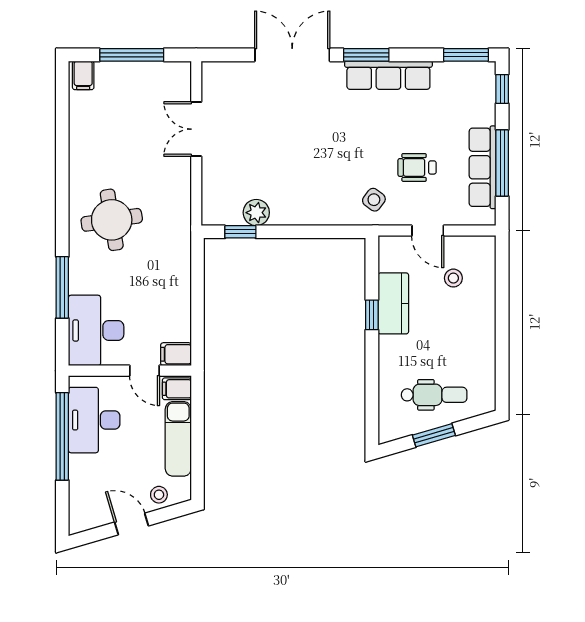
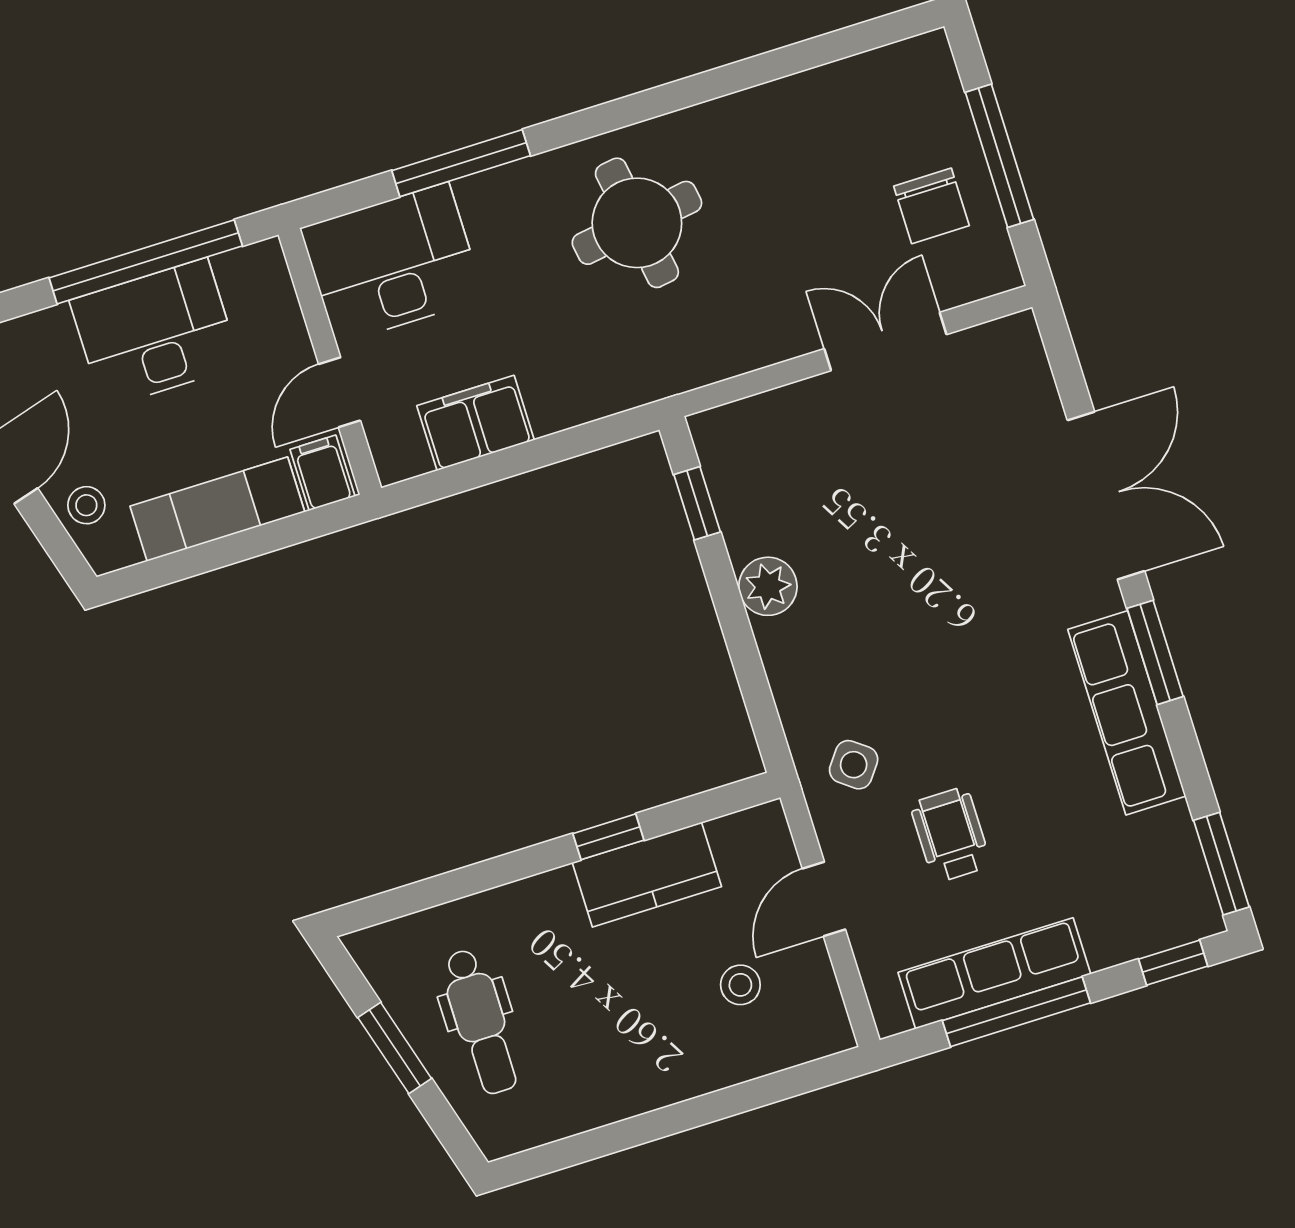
filing cabinet: (83, 75) -> (924, 67), removed
chair: (144, 91) -> (931, 206), added
plant: (256, 213) -> (768, 586), moved
filing cabinet: (176, 354) -> (476, 423), moved, width x2.00
desk: (94, 420) -> (155, 333), moved

